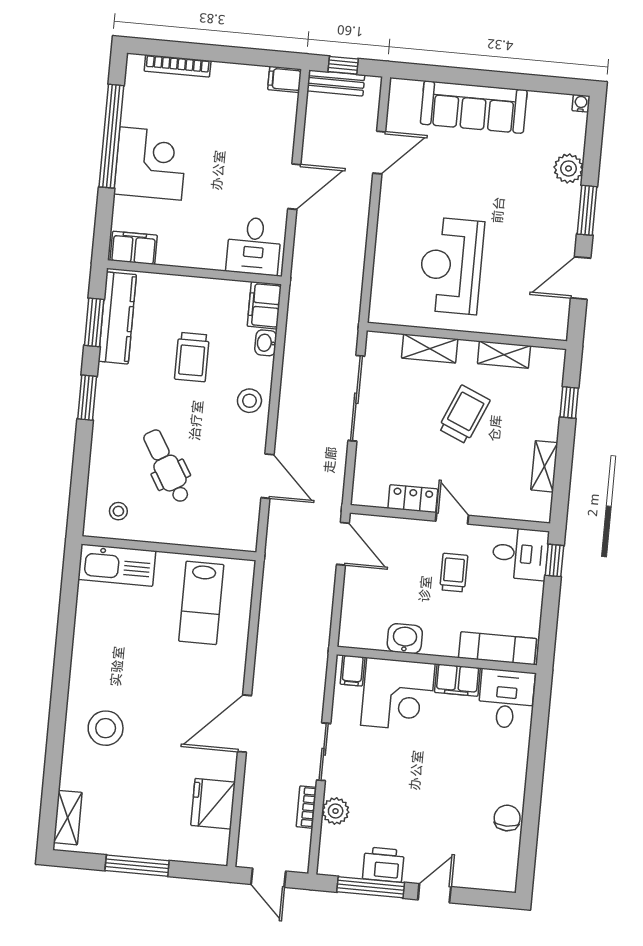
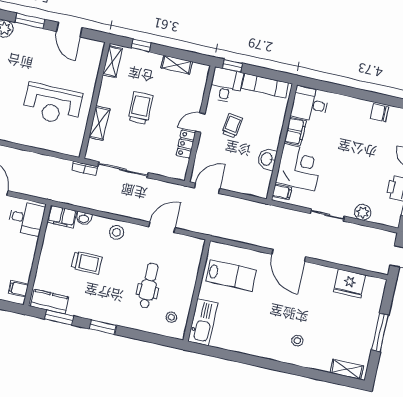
filing cabinet: (134, 248) -> (19, 289), width x0.50
kitchen counter: (117, 318) -> (50, 302), width x0.67
shelving: (504, 355) -> (112, 62), moved
trolley: (464, 414) -> (140, 108), turned 67
dental chair: (167, 466) -> (149, 286), turned 121
trolley: (454, 573) -> (232, 126), turned 98
exam couch: (498, 648) -> (265, 86), moved, turned -90
door: (245, 724) -> (289, 255), moved
stool: (106, 728) -> (297, 341), width x0.53, depth x0.53
bookcase: (306, 807) -> (85, 168), moved

